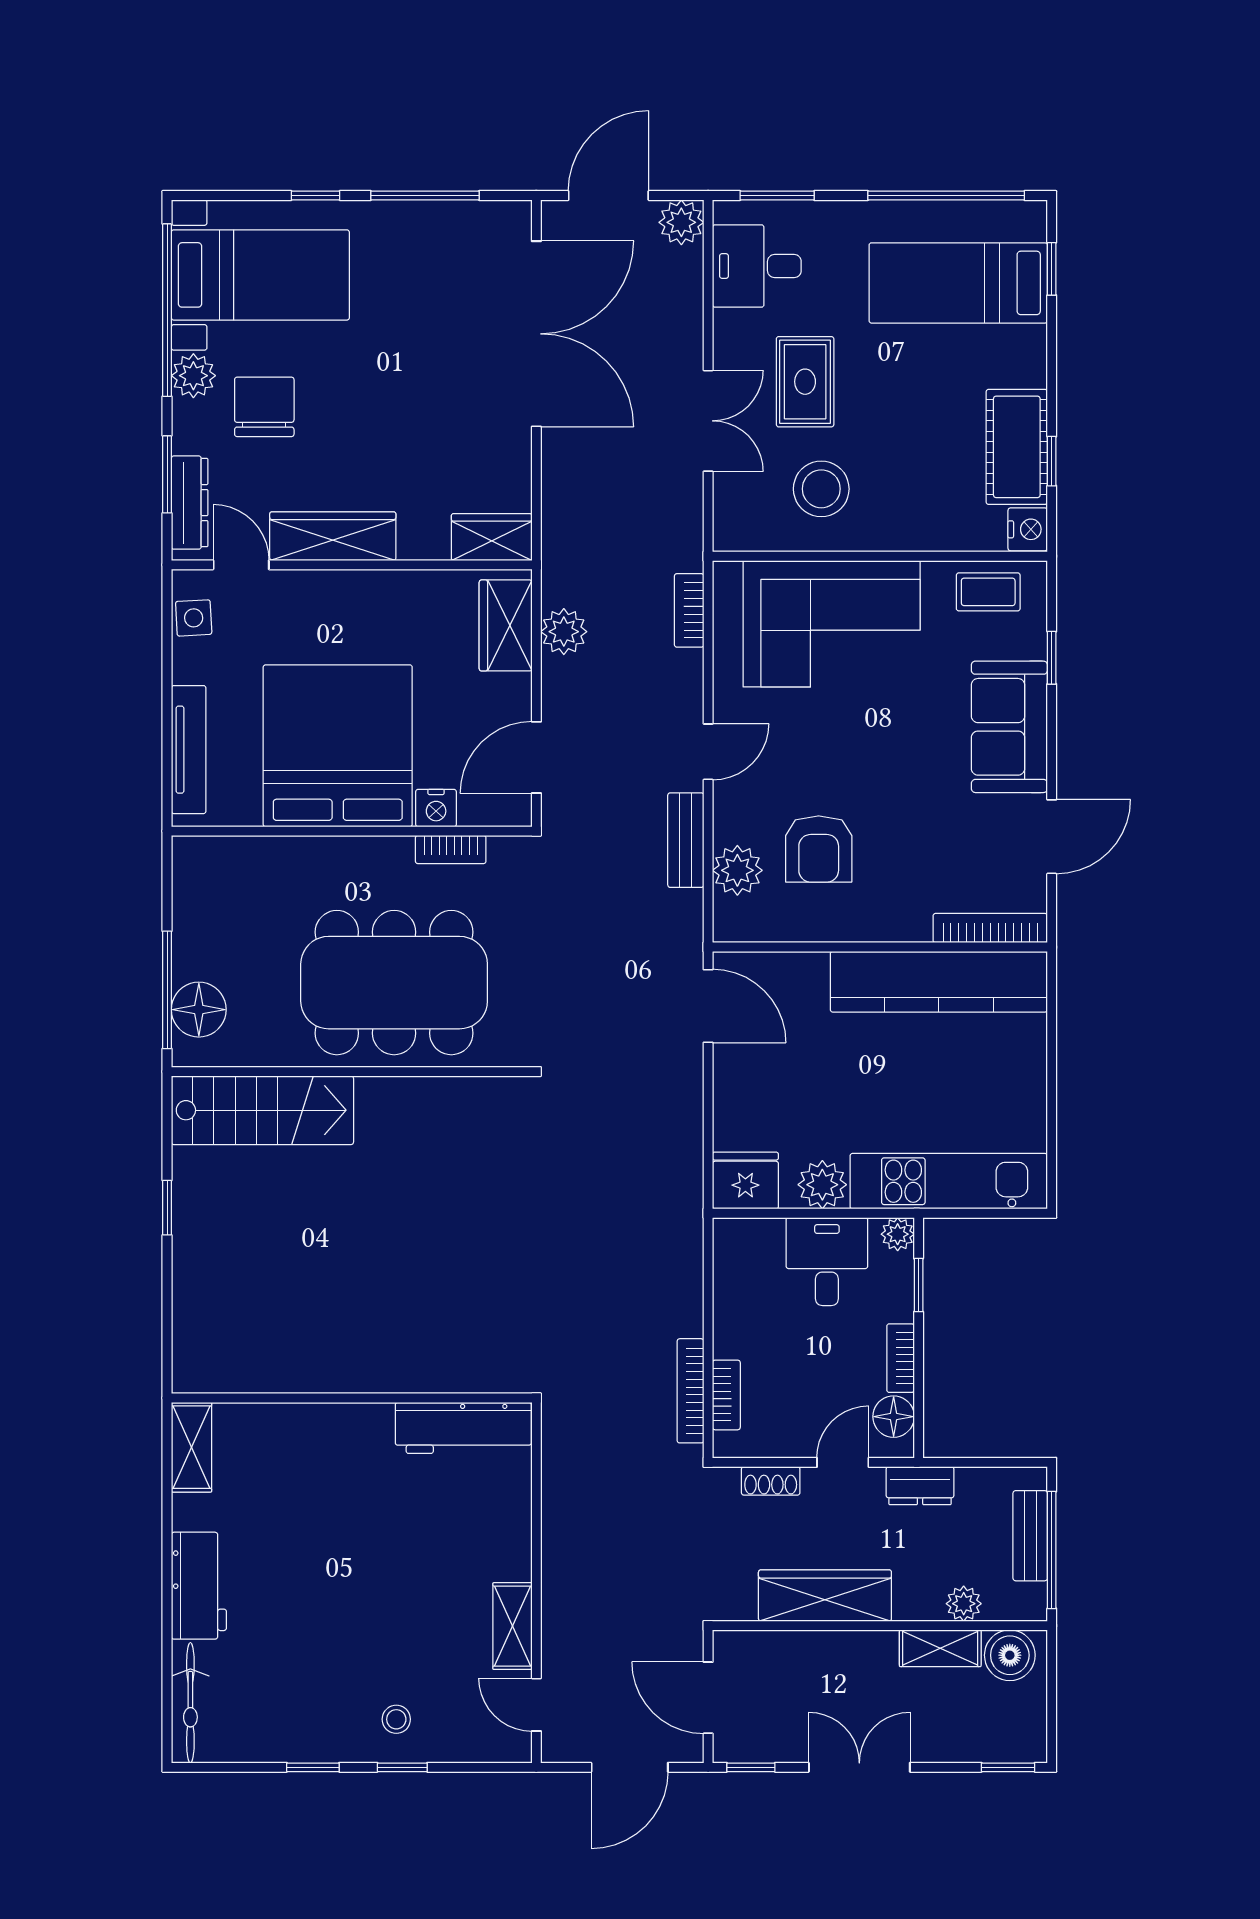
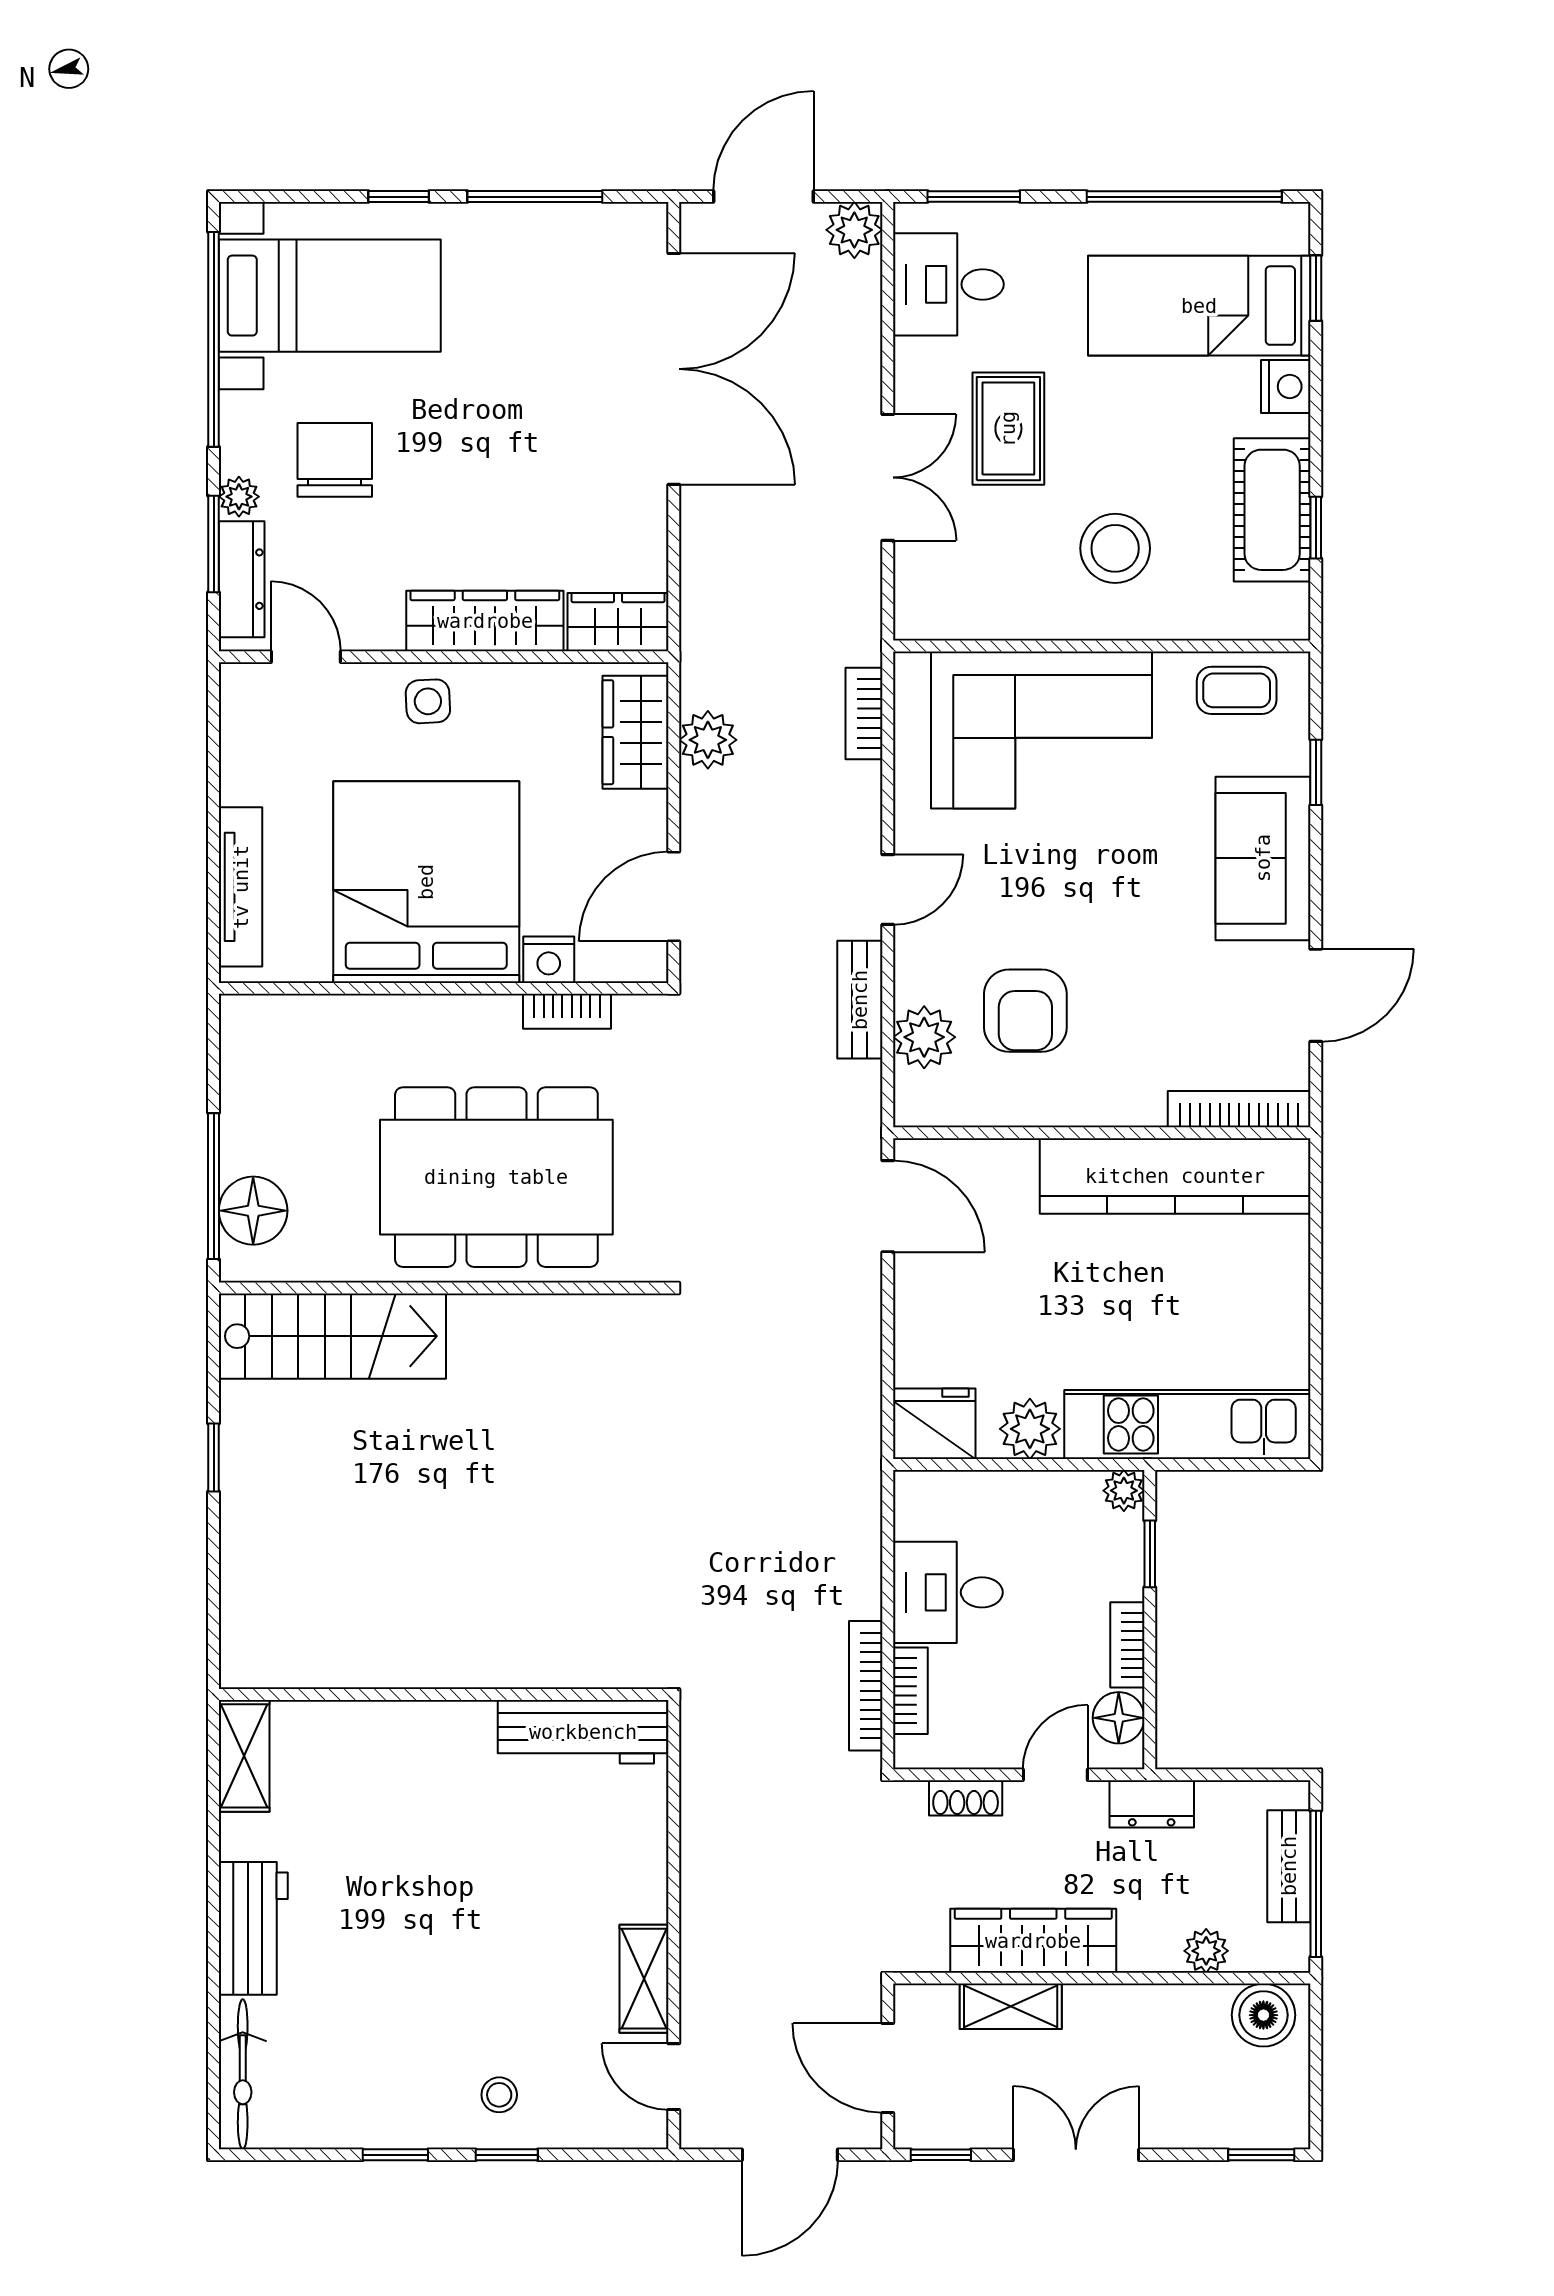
plant: (193, 376) -> (239, 497), moved, width x0.73, depth x0.73
stool: (821, 489) -> (1115, 548), moved
nightstand: (1028, 529) -> (1286, 386), moved
wardrobe: (333, 536) -> (485, 621), moved
side table: (194, 618) -> (428, 701), moved
desk: (827, 1262) -> (948, 1592), moved, turned -90
shelving: (940, 1648) -> (1011, 2006), moved

